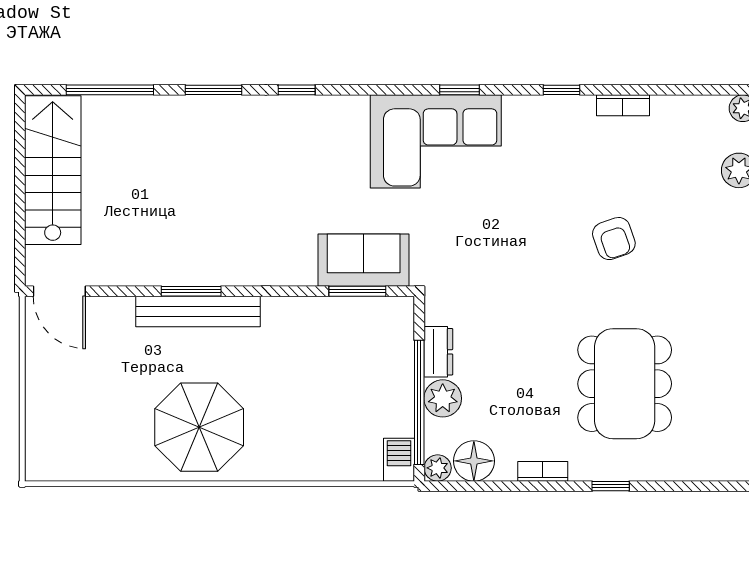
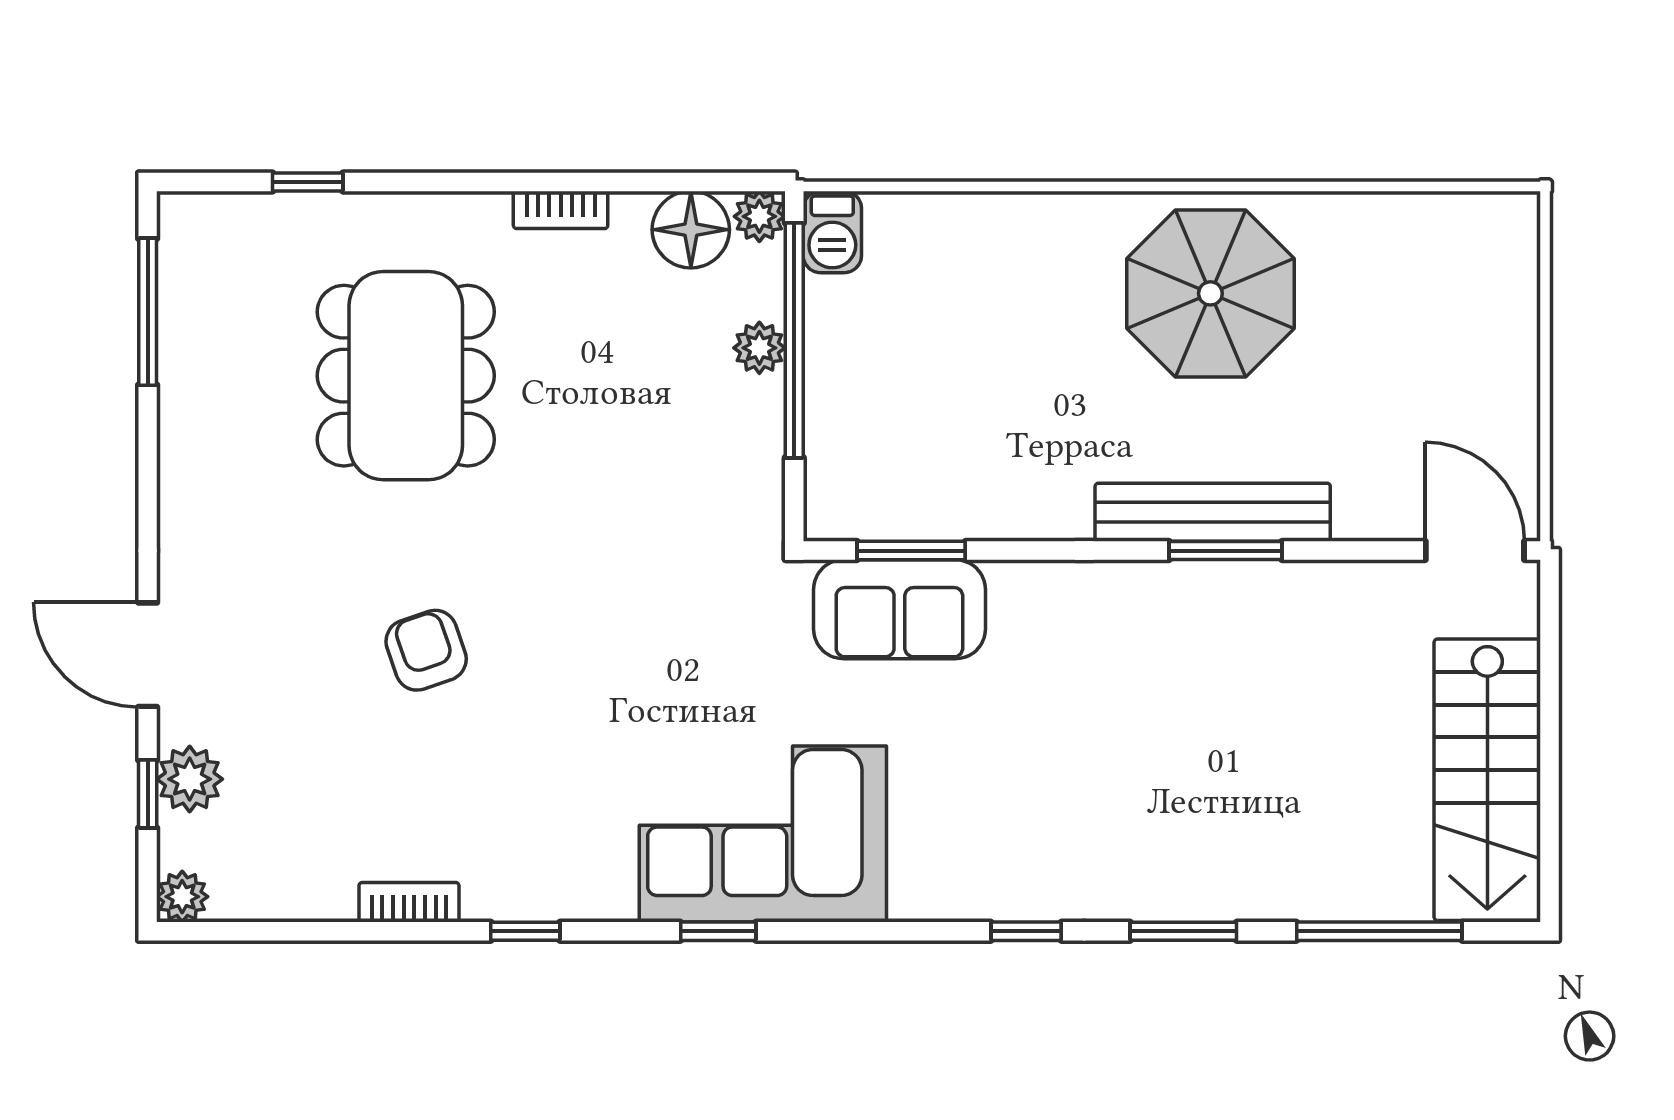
dresser: (438, 352) -> (758, 436), removed
plant: (443, 398) -> (759, 348), width x0.73, depth x0.73
window: (611, 486) -> (308, 182), moved

